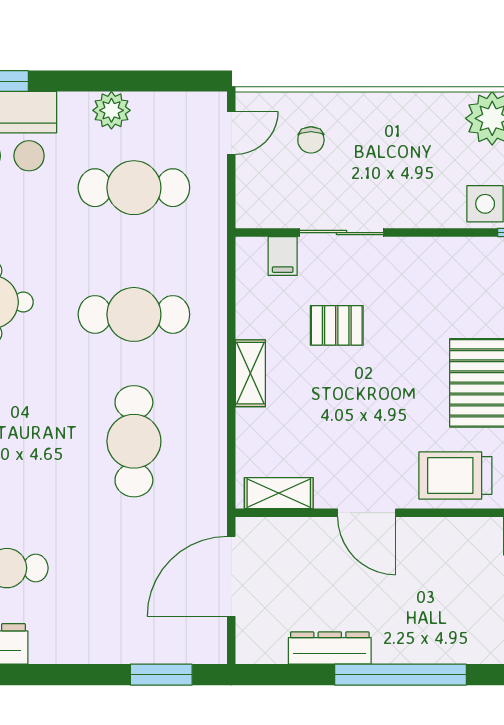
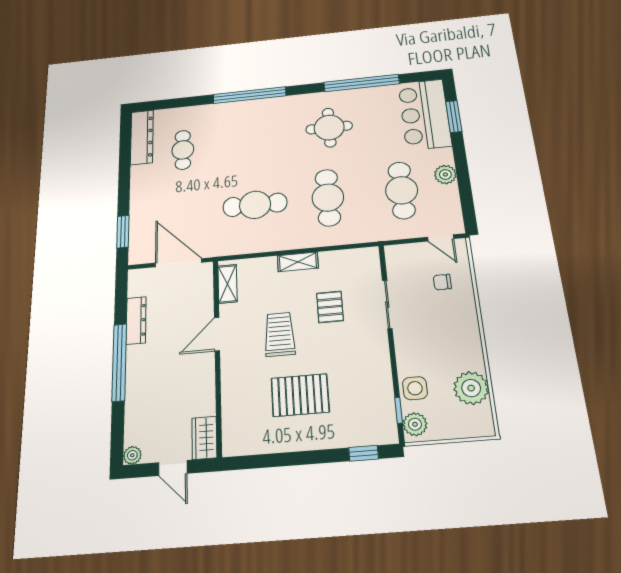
filing cabinet: (283, 256) -> (369, 273), removed
trolley: (455, 475) -> (280, 334), moved

